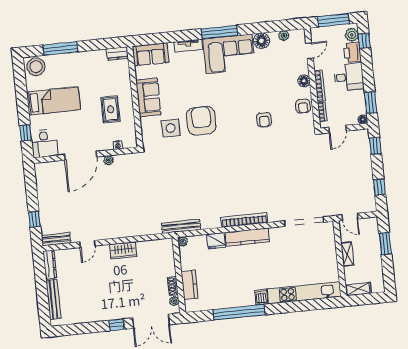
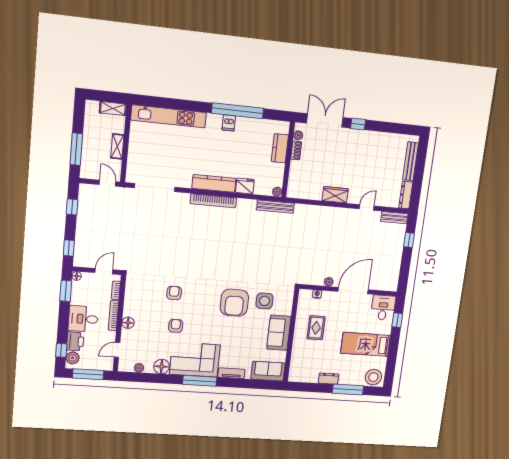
dresser: (117, 54) -> (329, 379), moved
armchair: (303, 106) -> (176, 326), moved
window: (385, 244) -> (76, 149), width x1.44
dishwasher: (261, 297) -> (229, 123), moved

